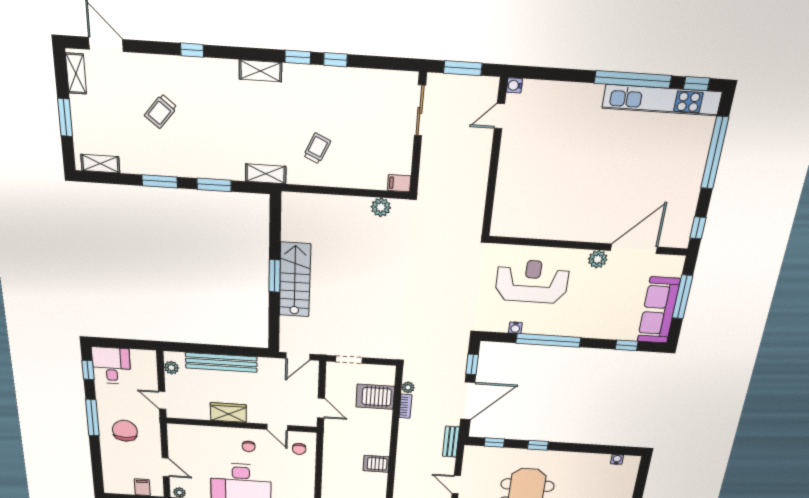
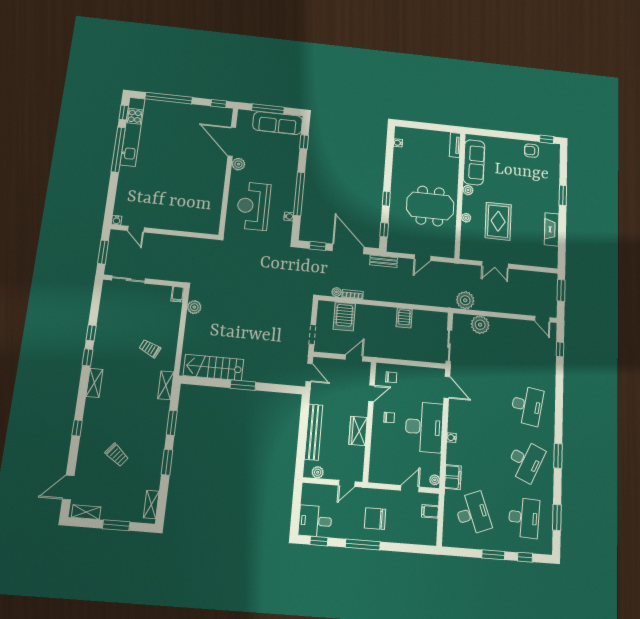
stairs: (295, 280) -> (213, 368), moved

